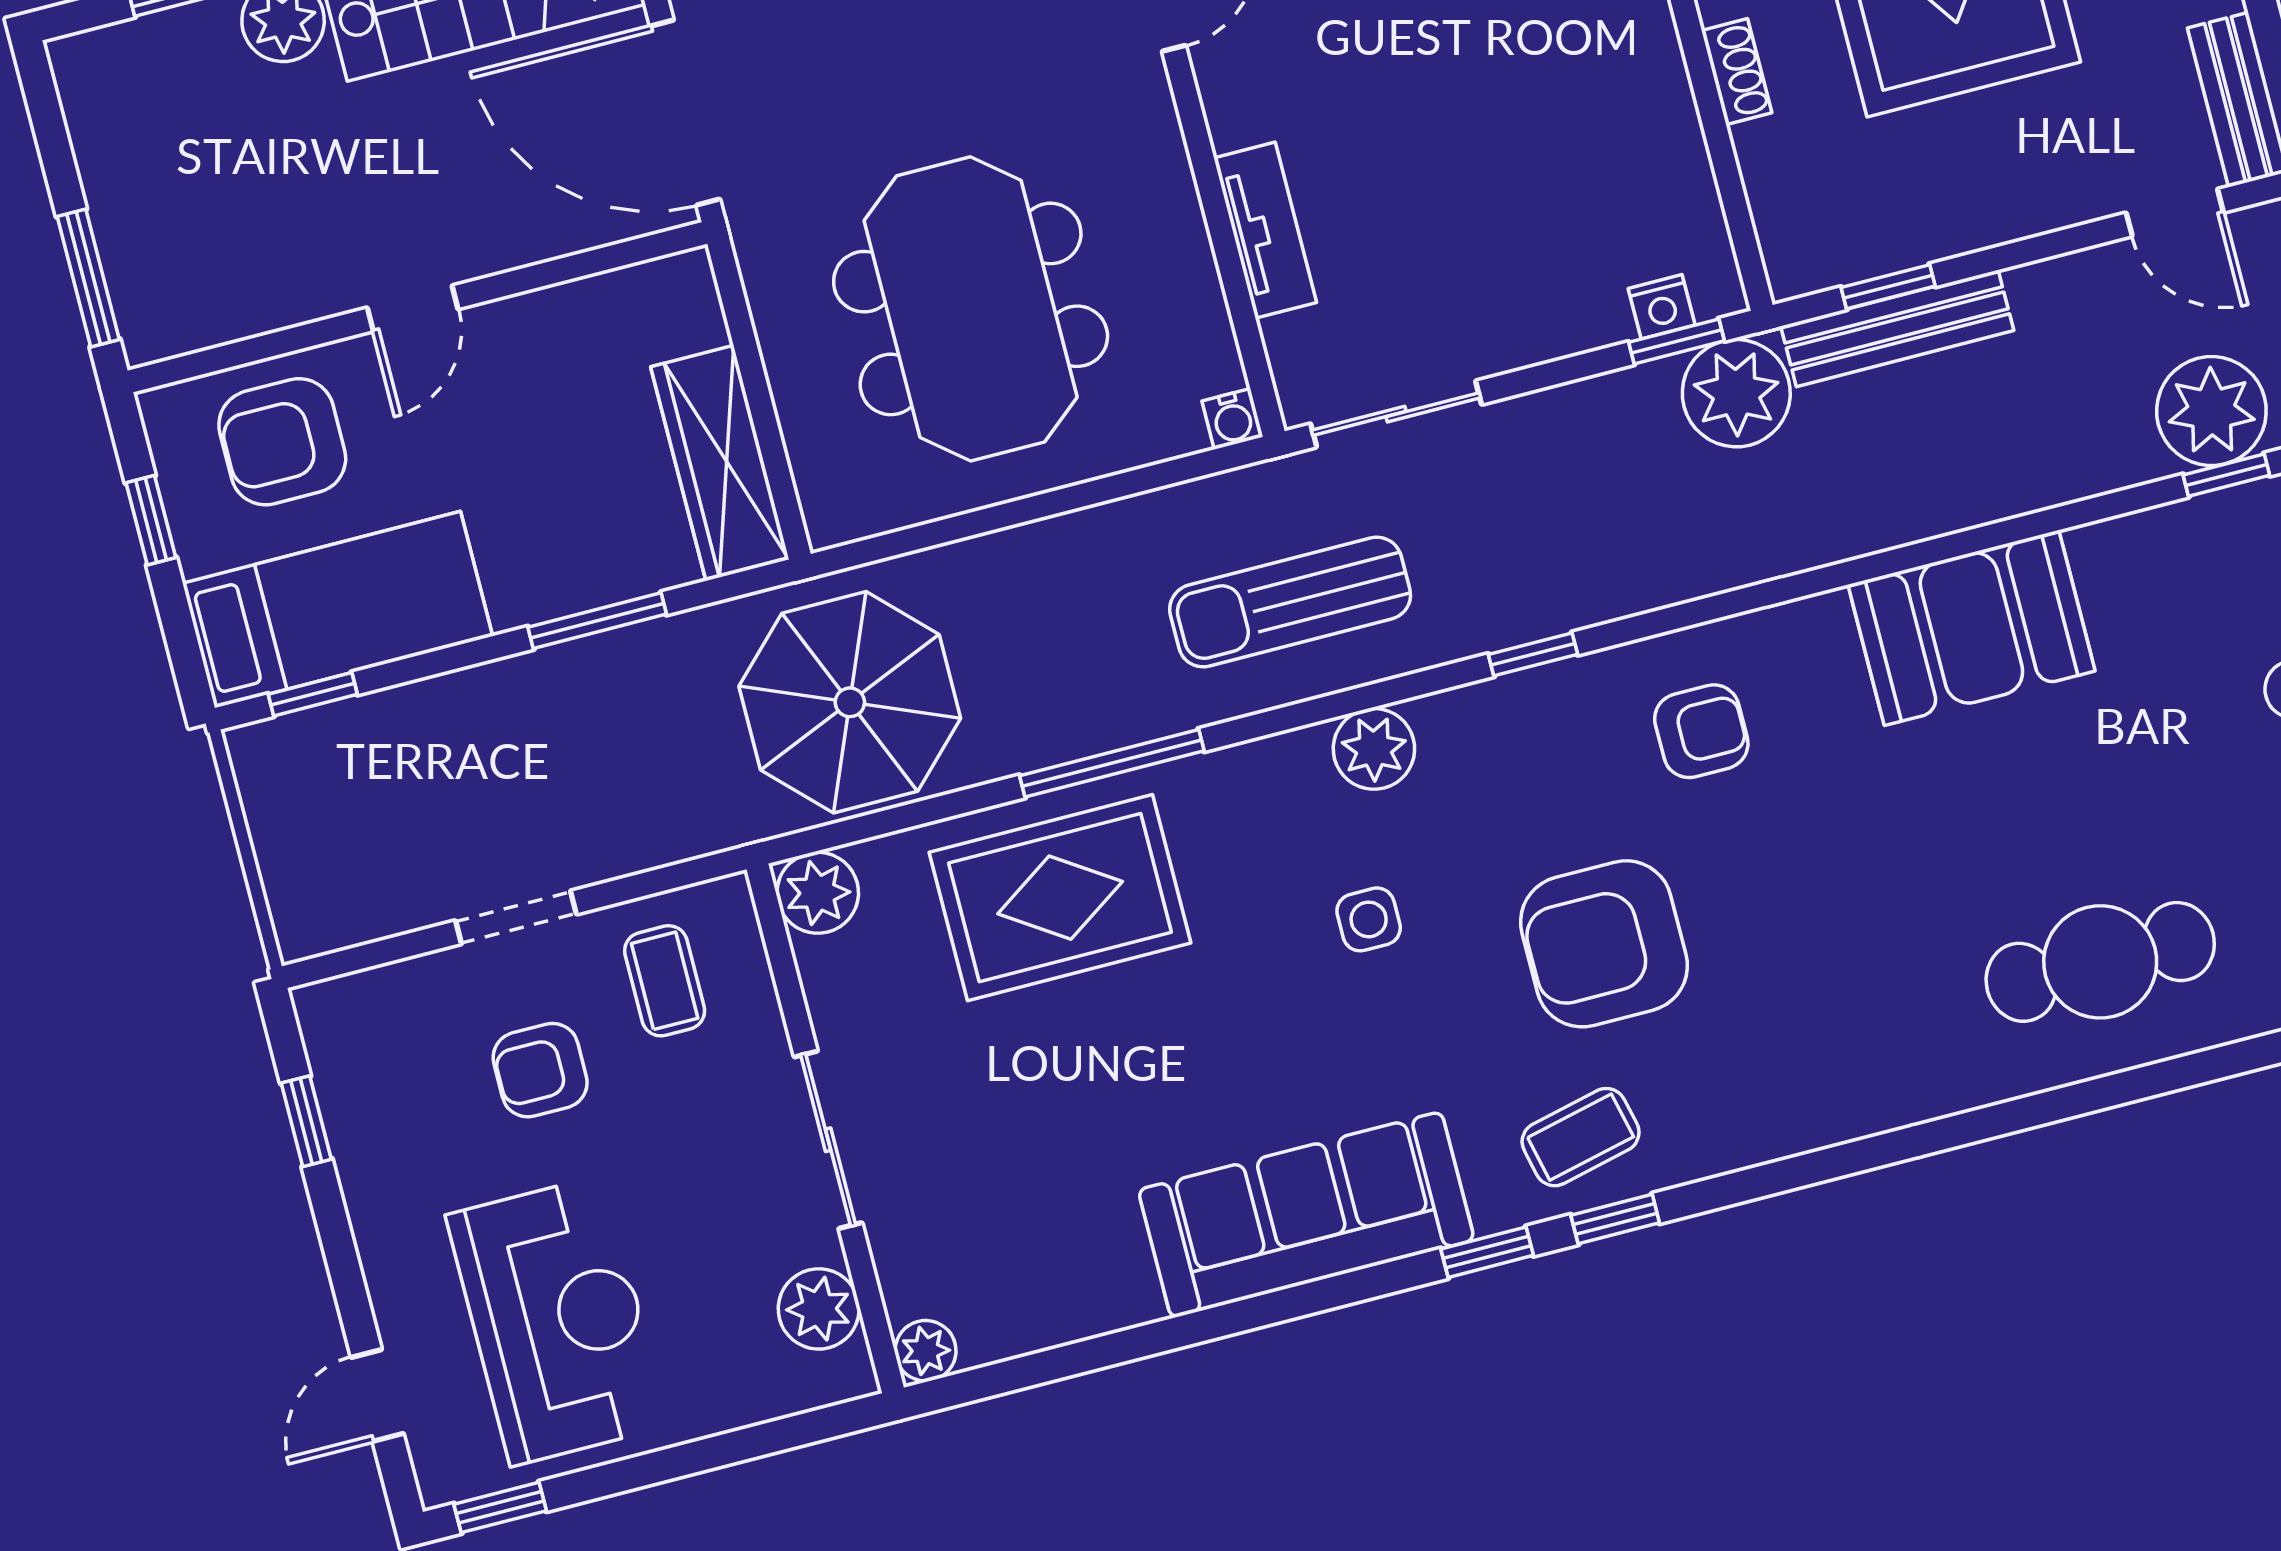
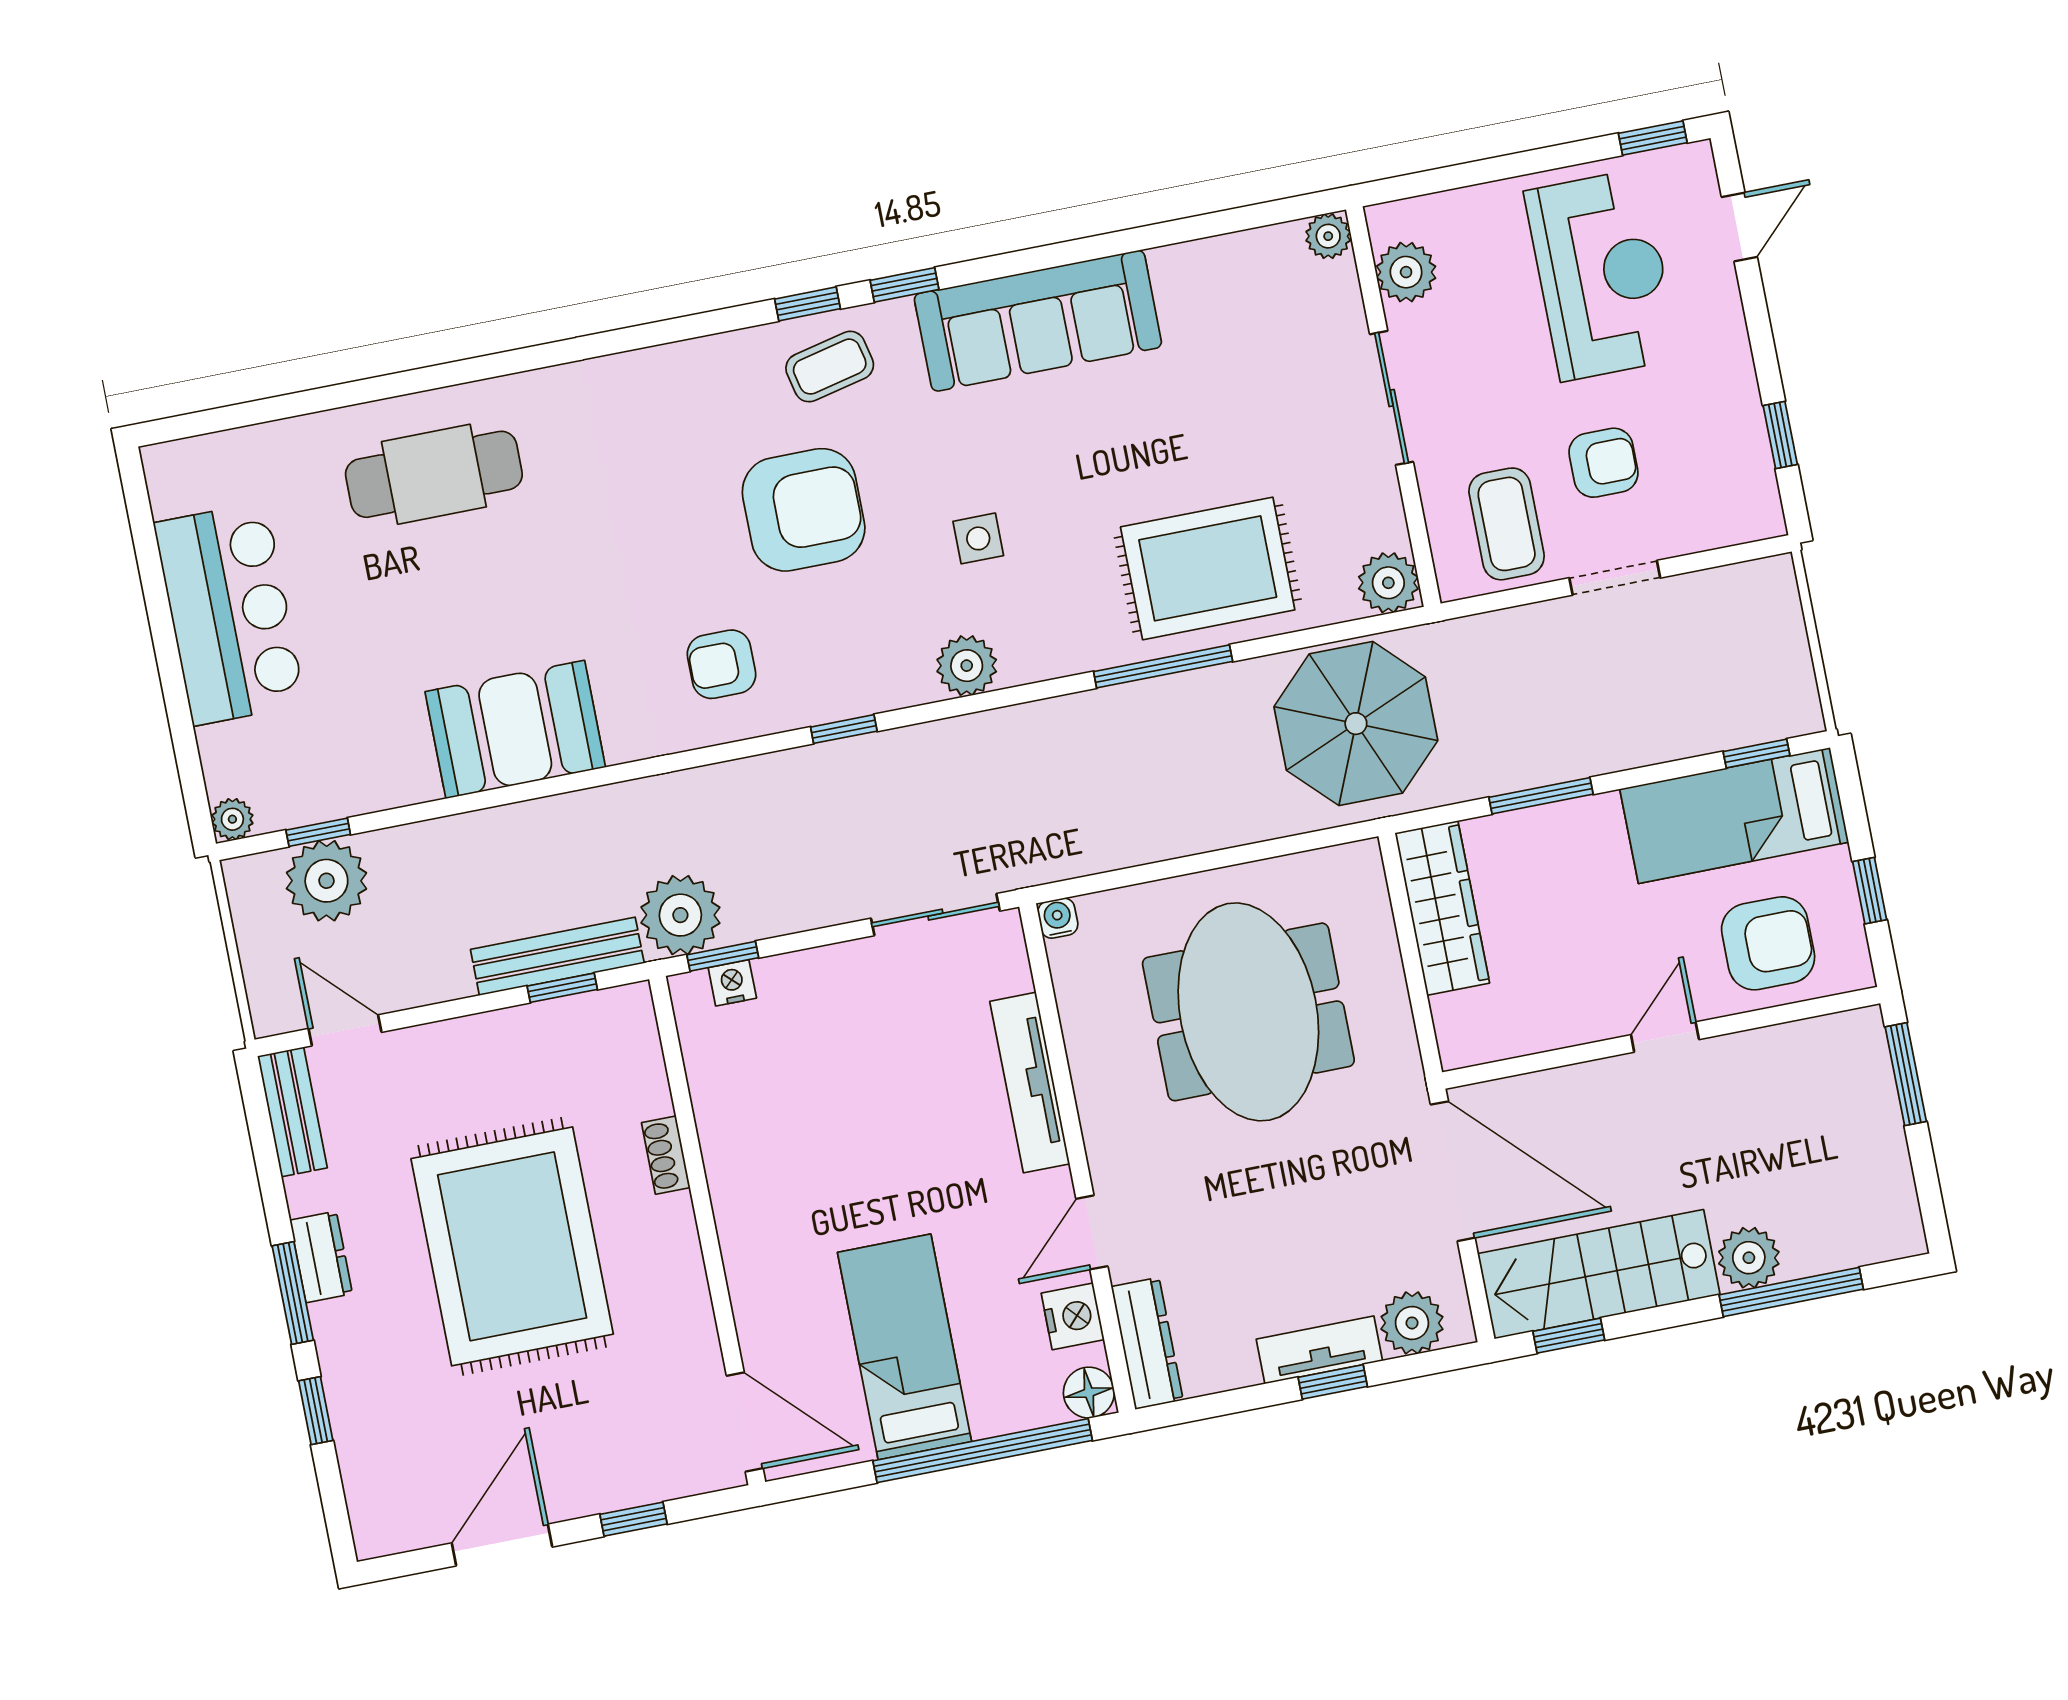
tv unit: (1265, 230) -> (1030, 1083), width x1.41
sun lounger: (1290, 602) -> (1023, 779), removed
coffee table: (665, 981) -> (1507, 524), width x1.36, depth x1.30
reception desk: (557, 1321) -> (1602, 275), turned 180

